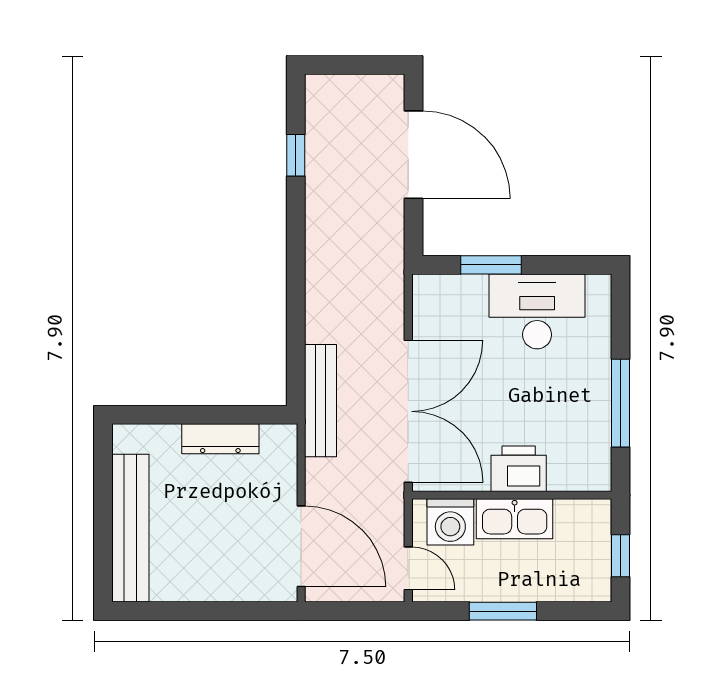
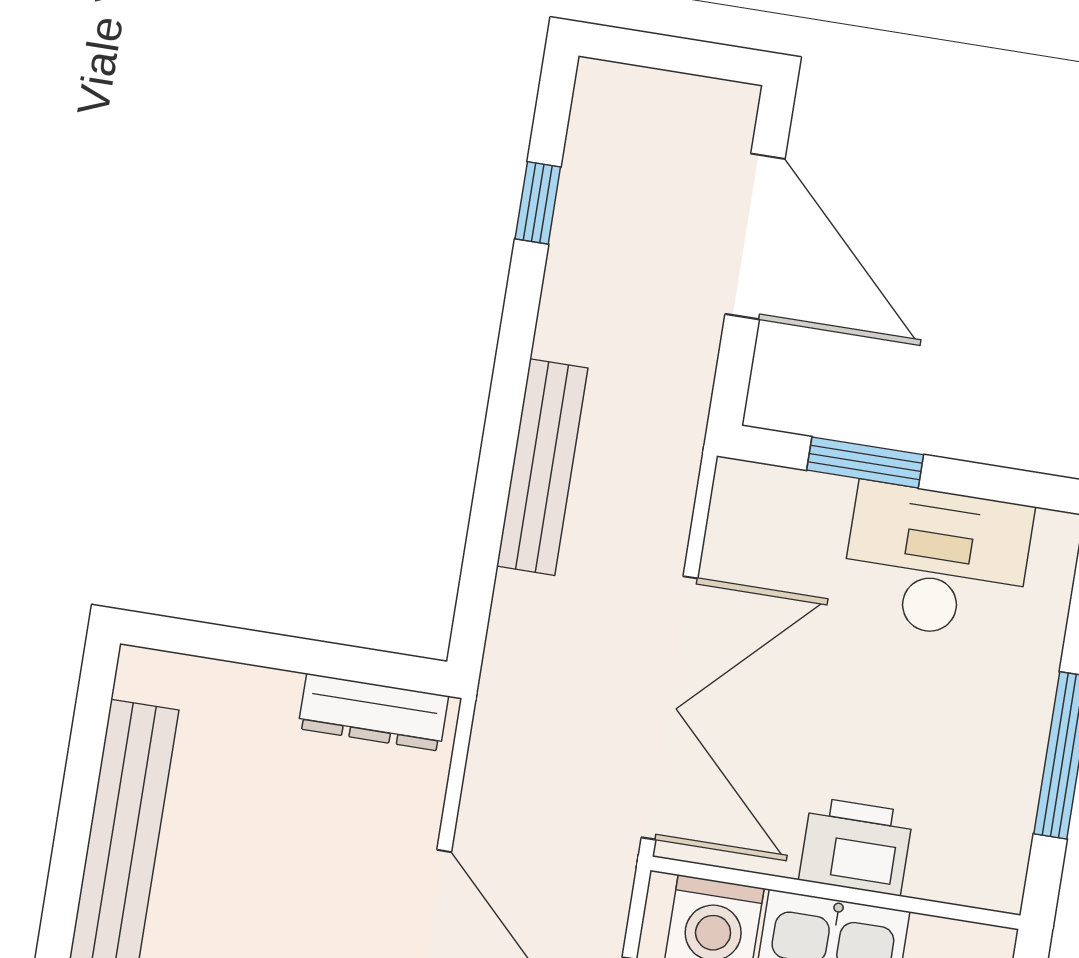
bench: (320, 401) -> (542, 467), moved
dresser: (220, 439) -> (373, 712), moved

